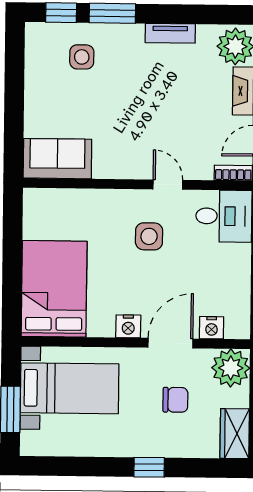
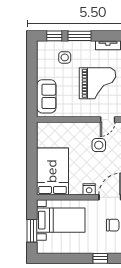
grand piano: (148, 110) -> (98, 83), added
sofa: (57, 159) -> (46, 96), moved, turned 90
door: (168, 185) -> (108, 120), swing flipped

